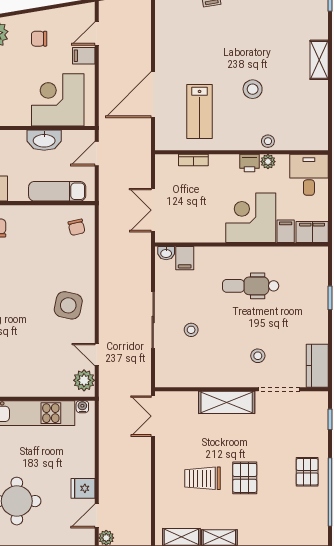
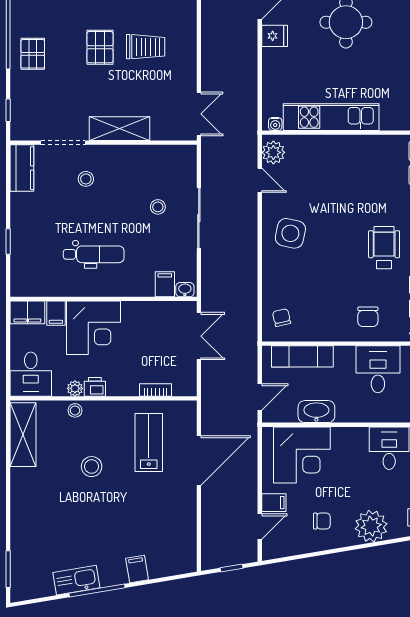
shelving: (319, 60) -> (23, 435), moved, width x1.50, depth x1.33

